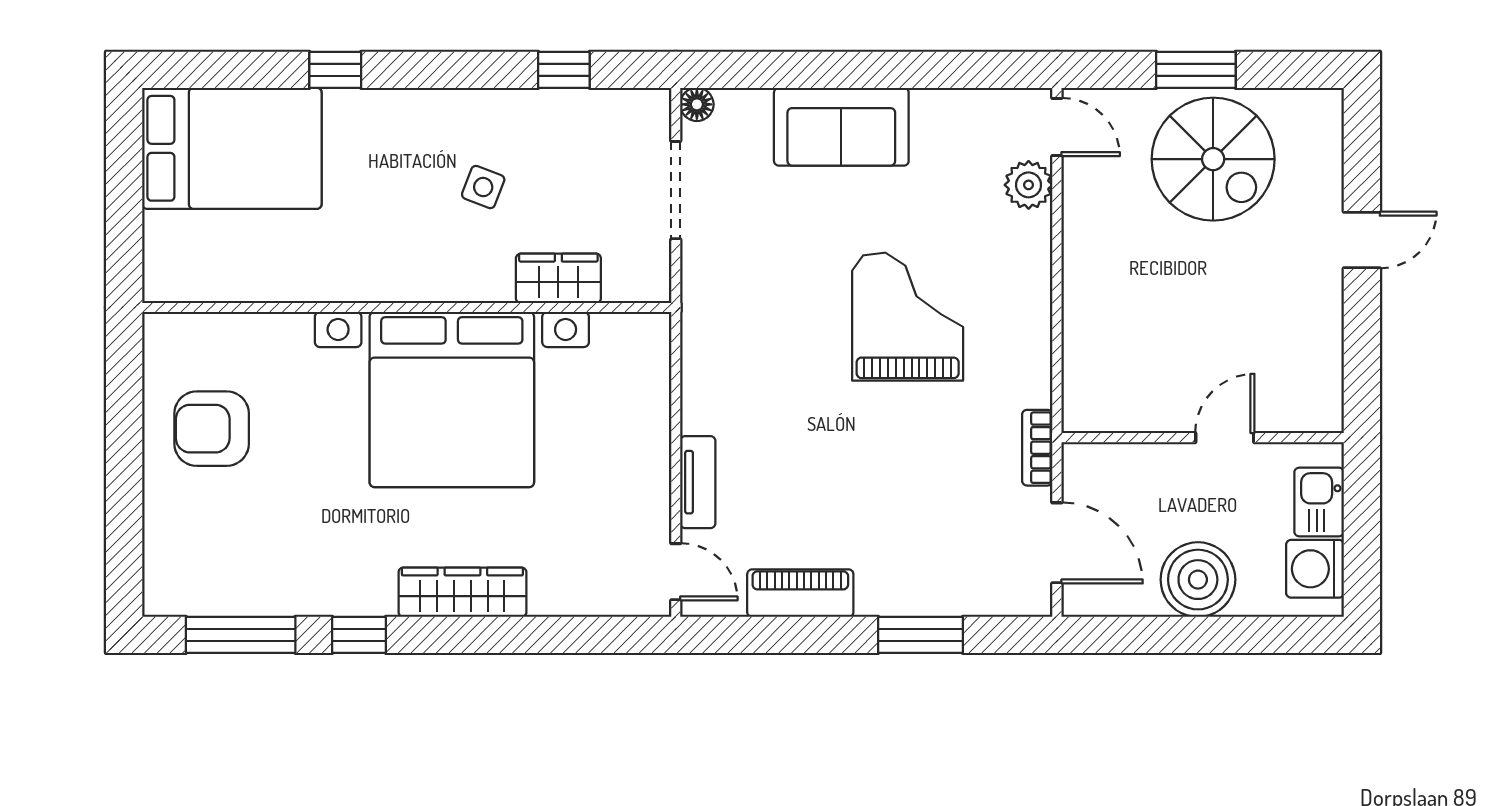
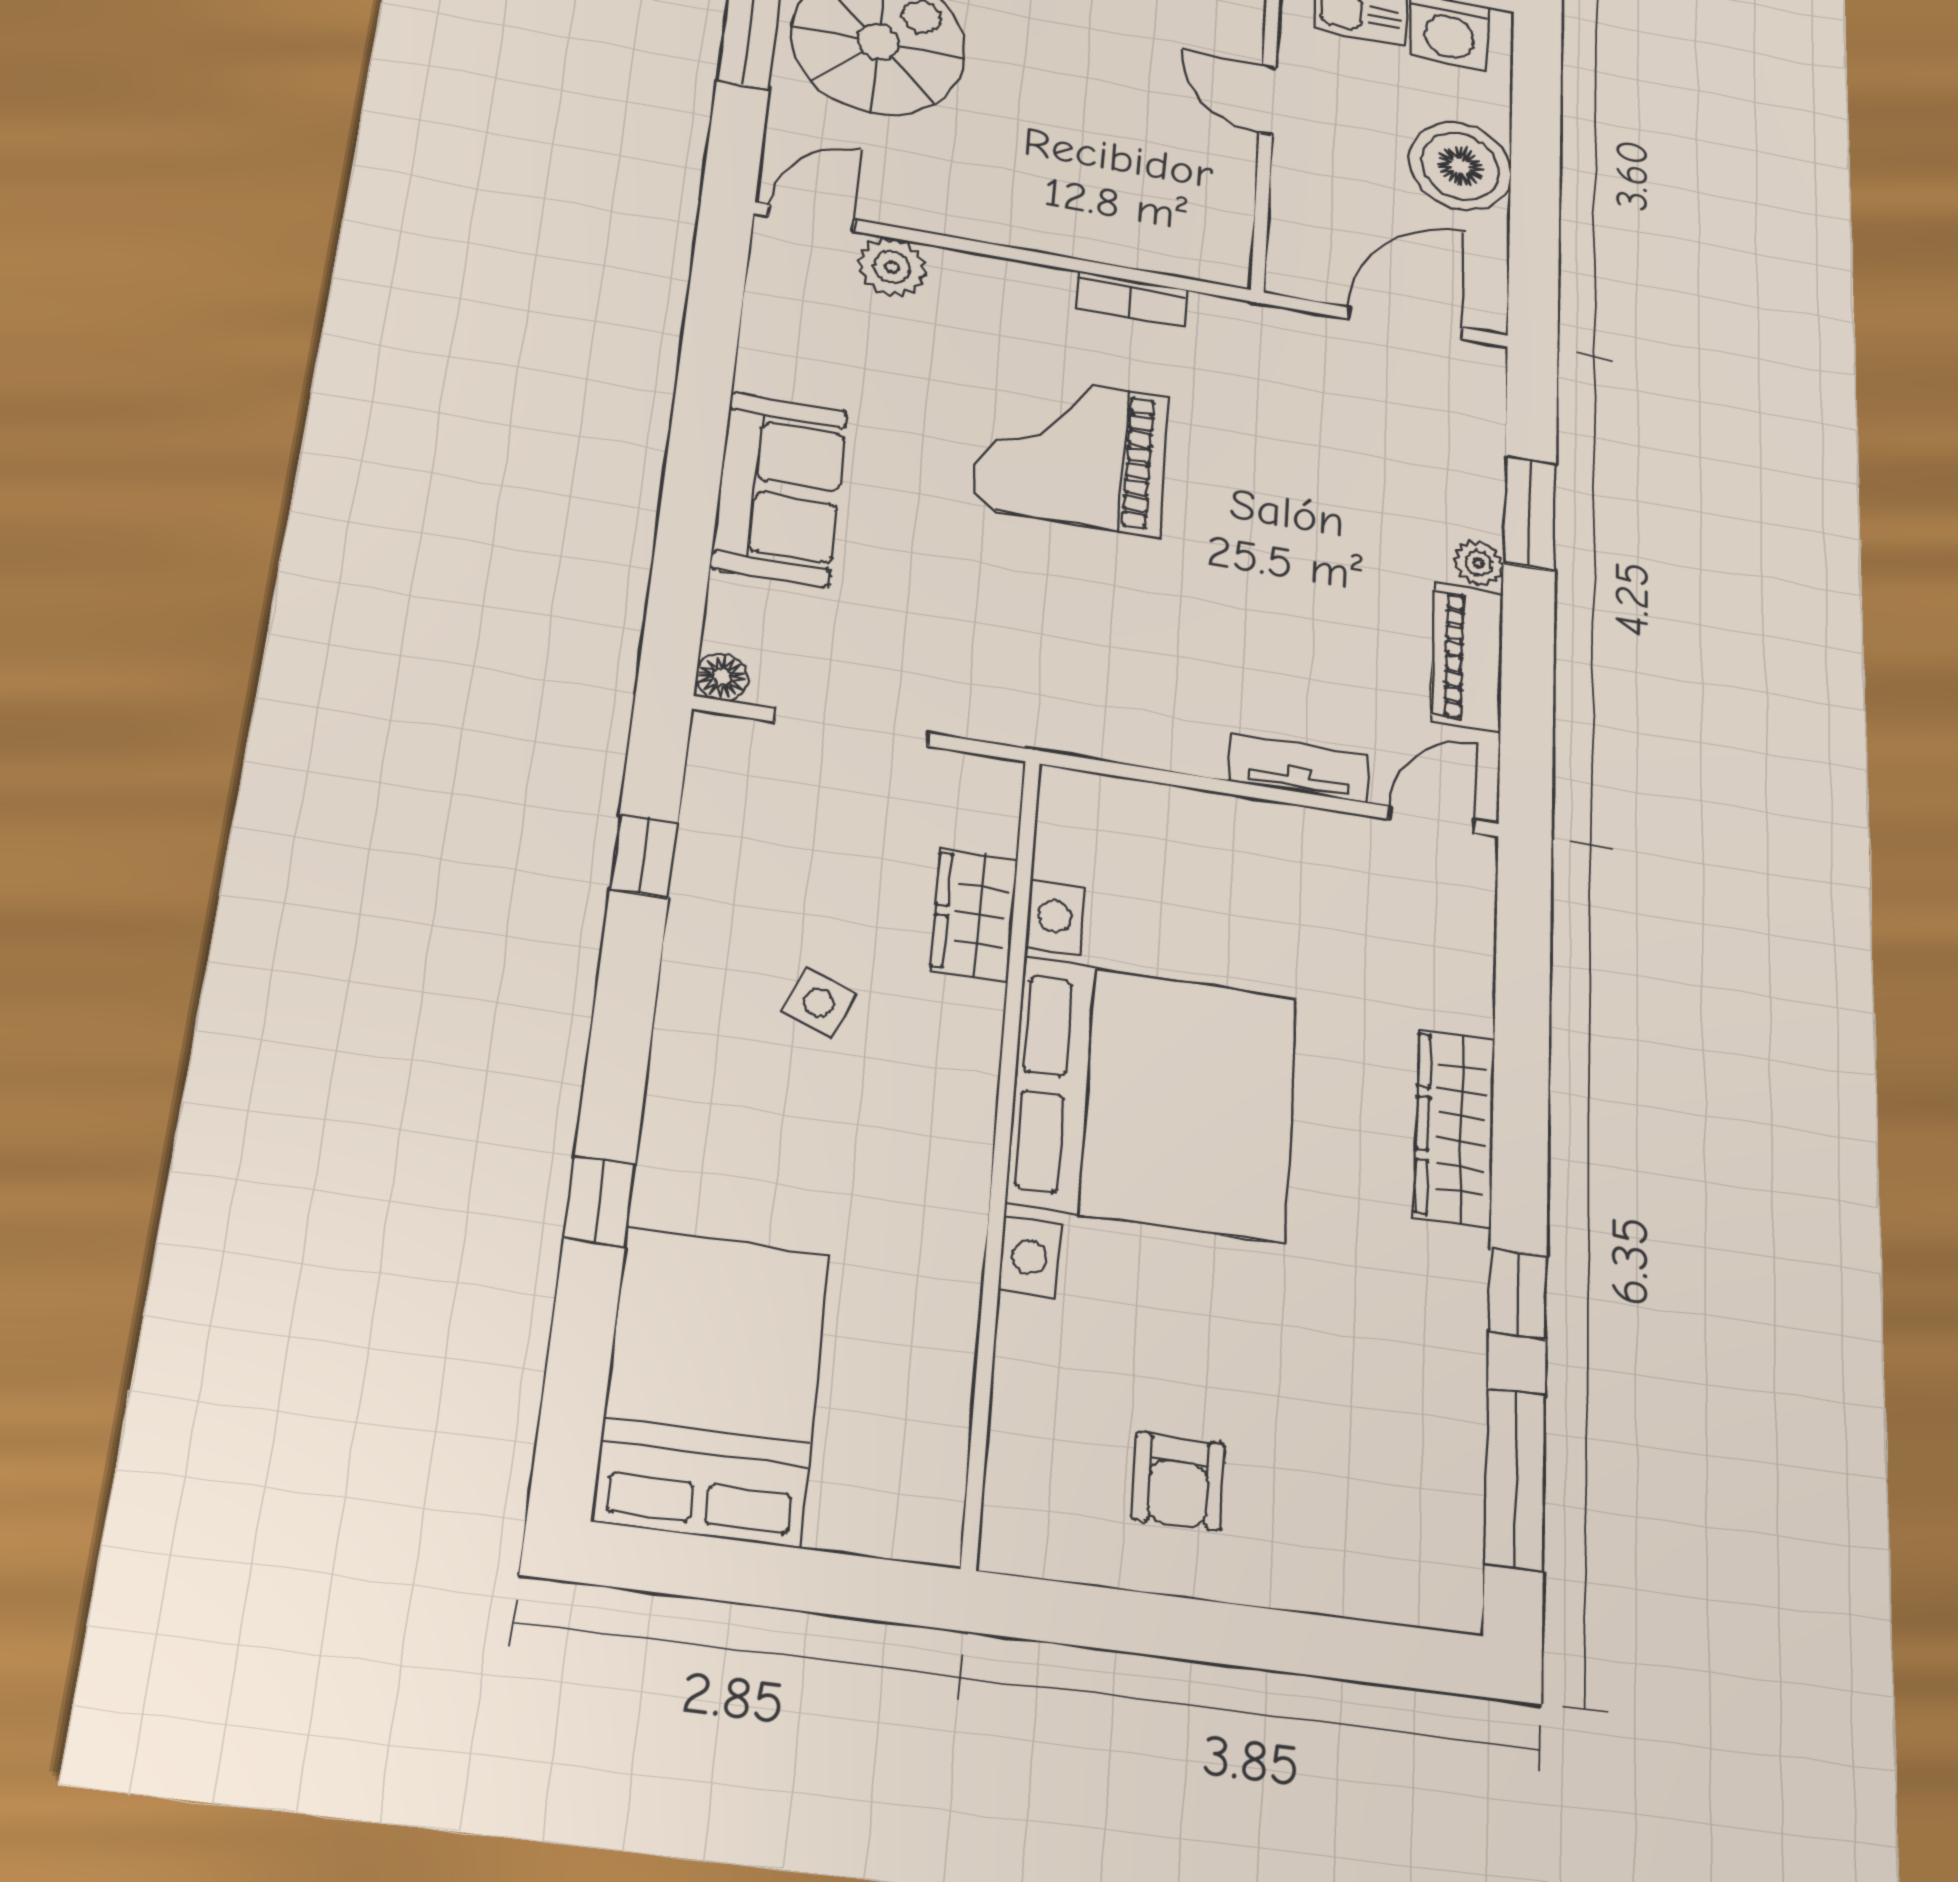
armchair: (212, 429) -> (1179, 1481), width x0.72, depth x0.72
bookcase: (1037, 448) -> (1131, 299), moved
plant: (875, 599) -> (1479, 563), added

